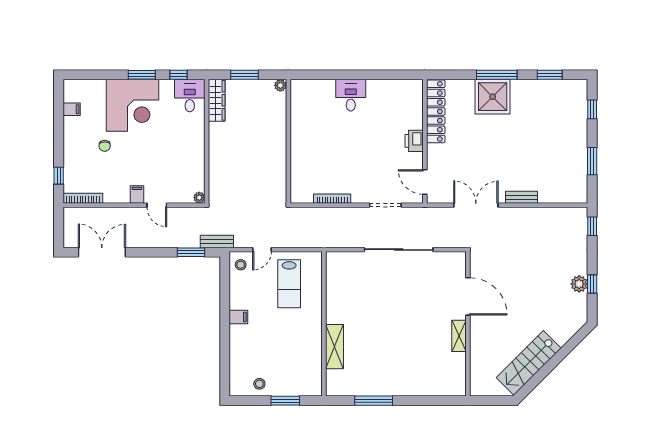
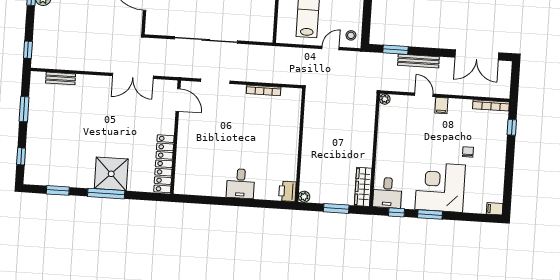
filing cabinet: (72, 109) -> (495, 209), moved
printer: (414, 141) -> (287, 191), moved, turned 180
bench: (522, 197) -> (61, 78), moved
bench: (217, 242) -> (418, 61), moved, width x1.36

